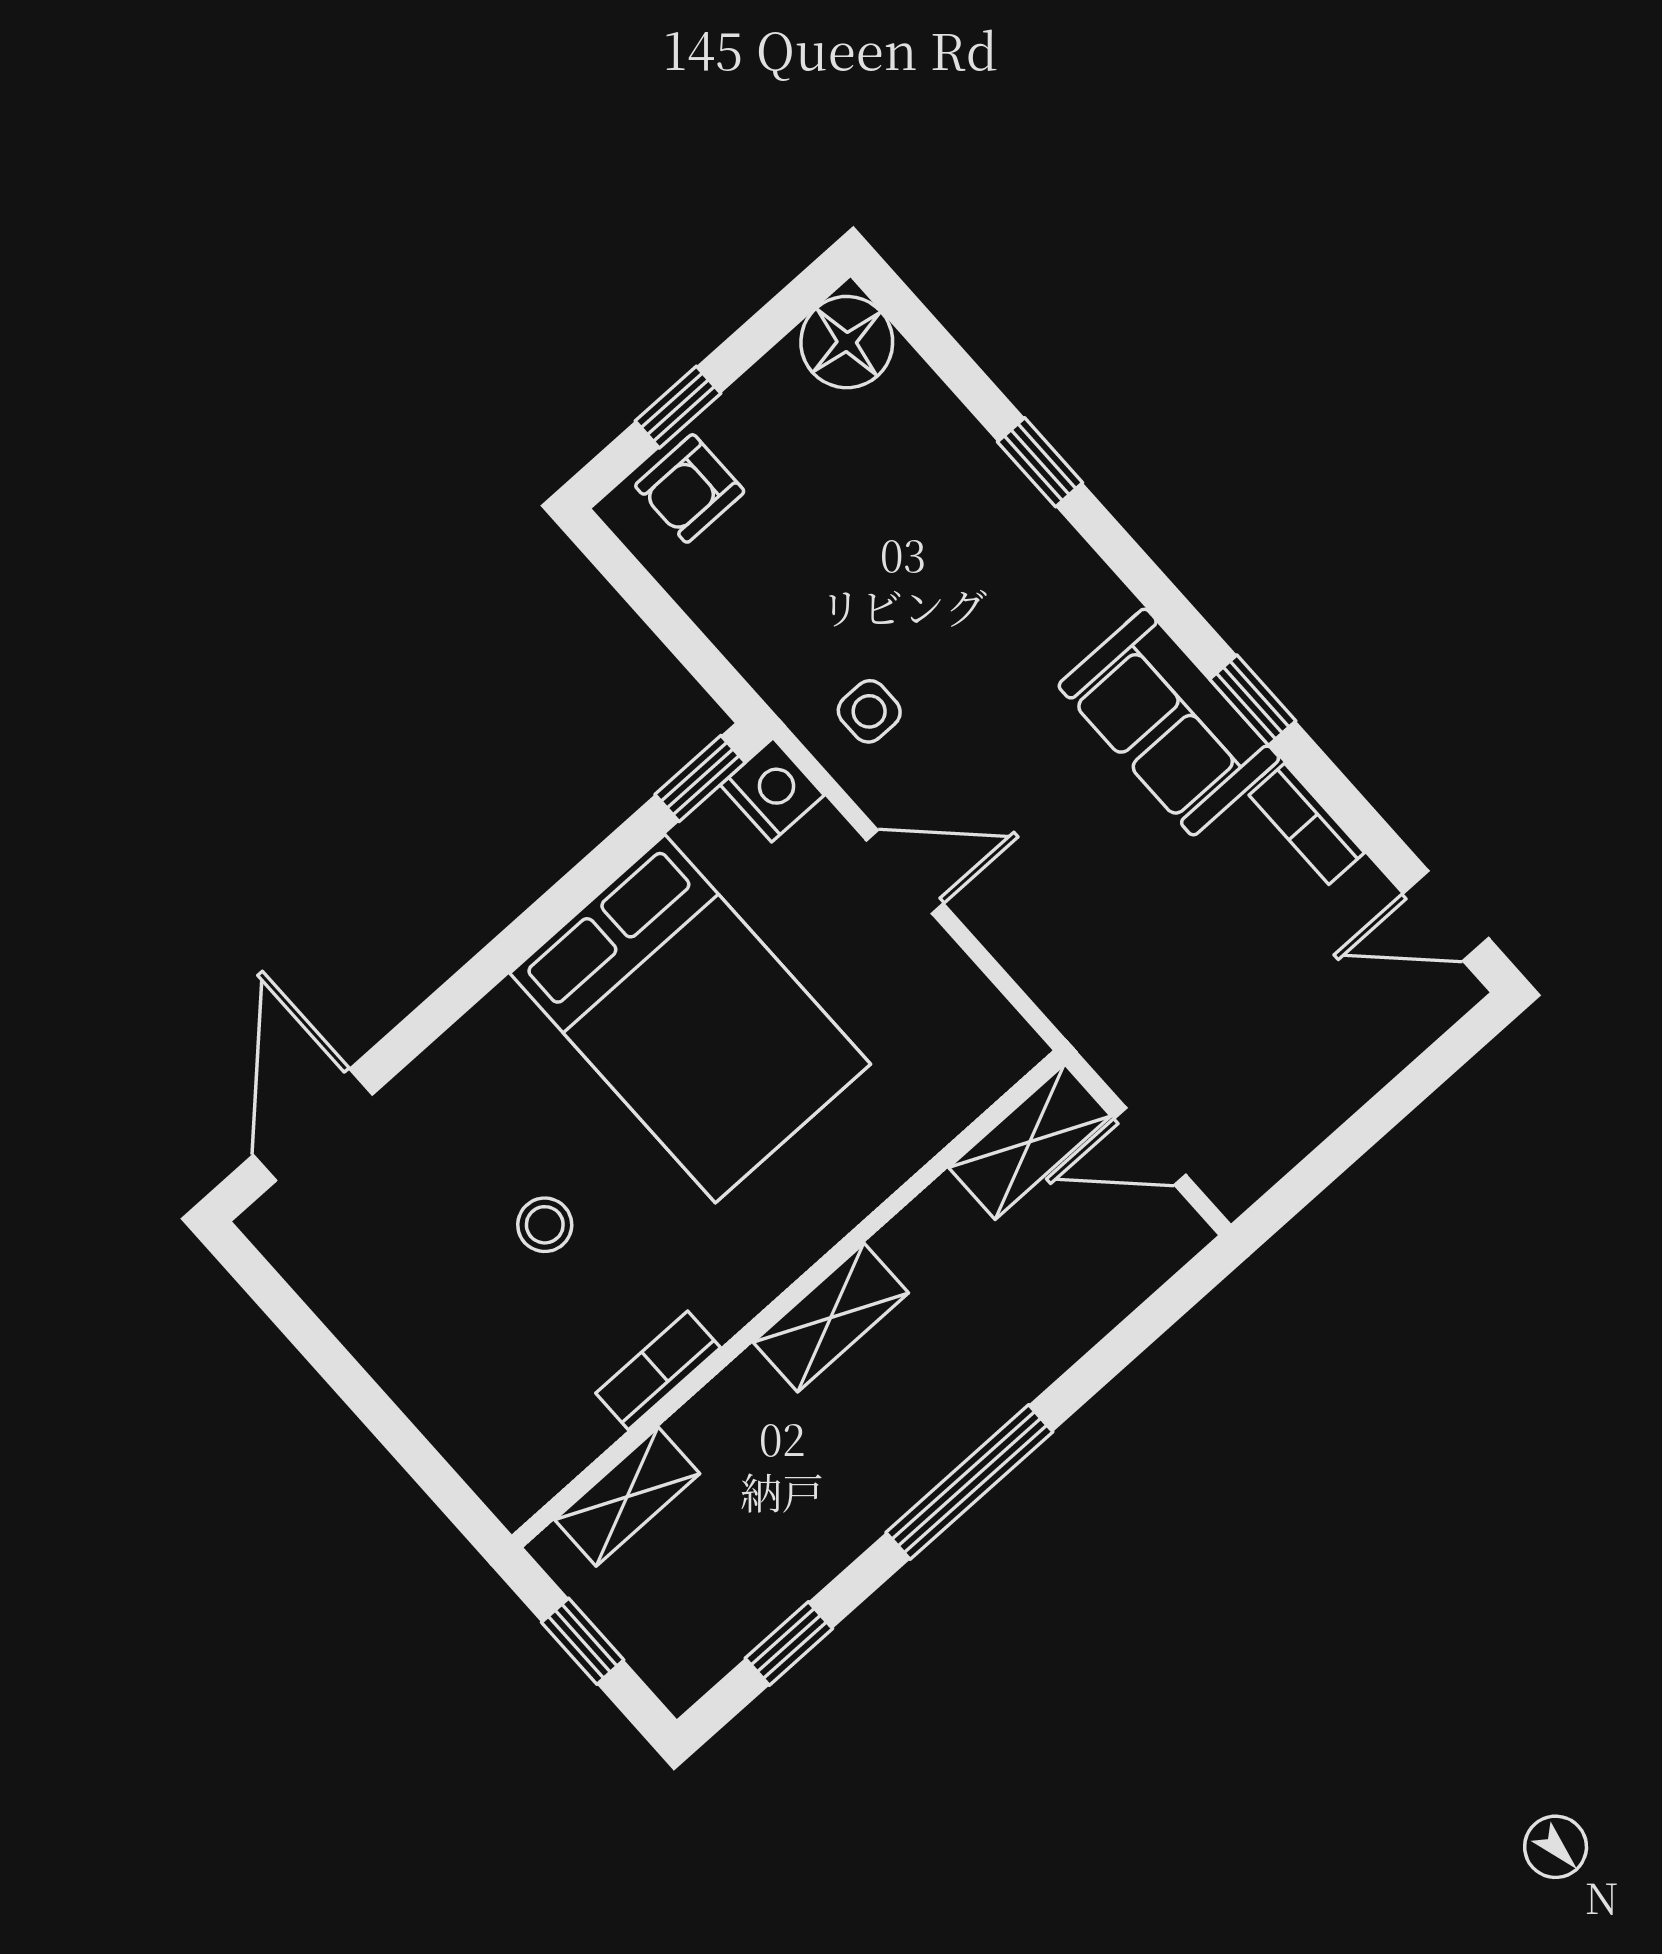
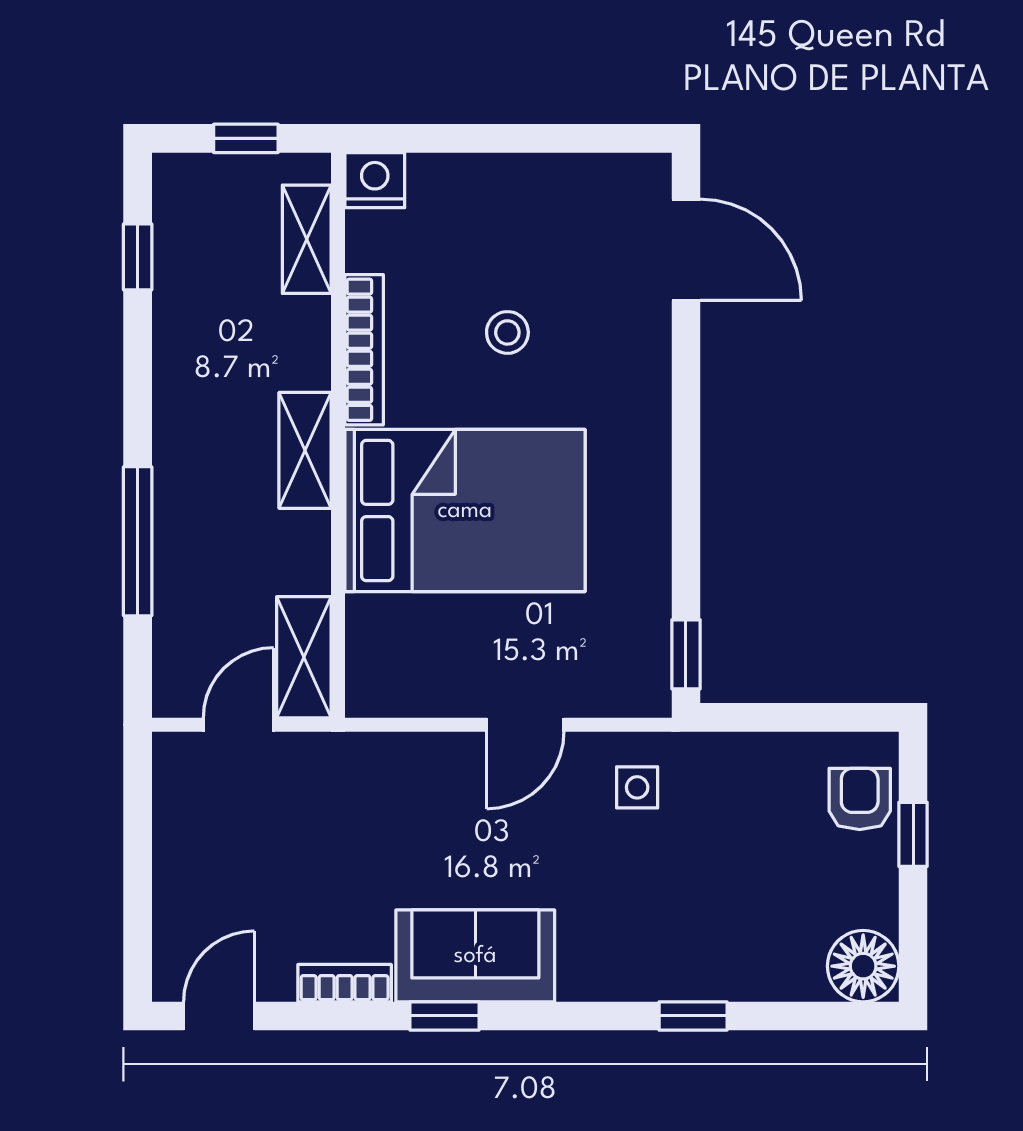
nightstand: (772, 790) -> (375, 180), moved, turned 180
bed: (690, 1019) -> (465, 511), moved, turned 180
bookcase: (658, 1370) -> (364, 350), width x1.56
window: (969, 1482) -> (138, 541), moved

